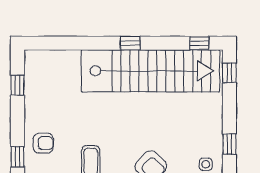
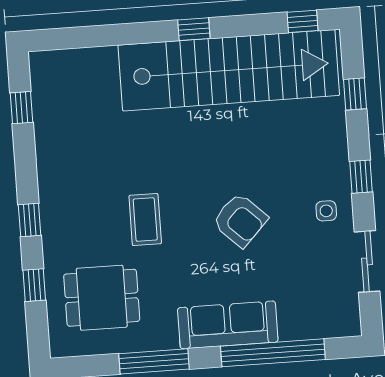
window: (229, 73) -> (355, 94), moved
armchair: (43, 143) -> (68, 196), removed

